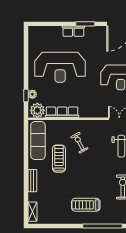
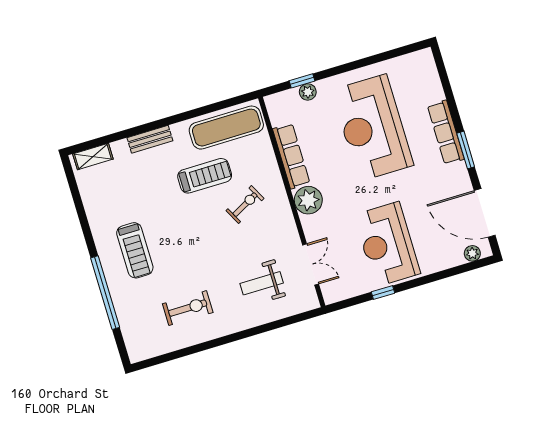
row of seats: (73, 31) -> (446, 132), width x1.48
plant: (37, 110) -> (308, 200), moved
treadmill: (86, 205) -> (135, 250), turned 180

